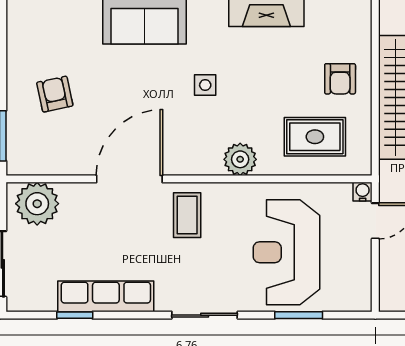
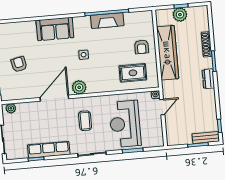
plant: (240, 159) -> (79, 87), moved
plant: (37, 204) -> (11, 108), width x0.53, depth x0.53
coffee table: (187, 215) -> (85, 121), moved

